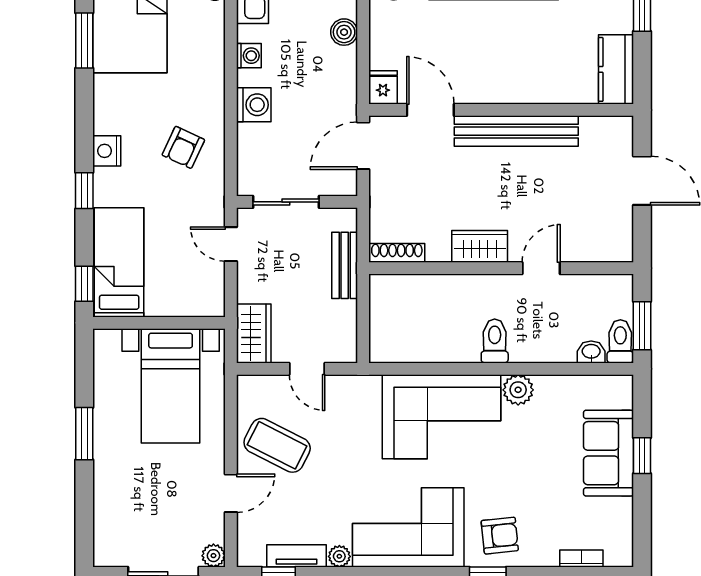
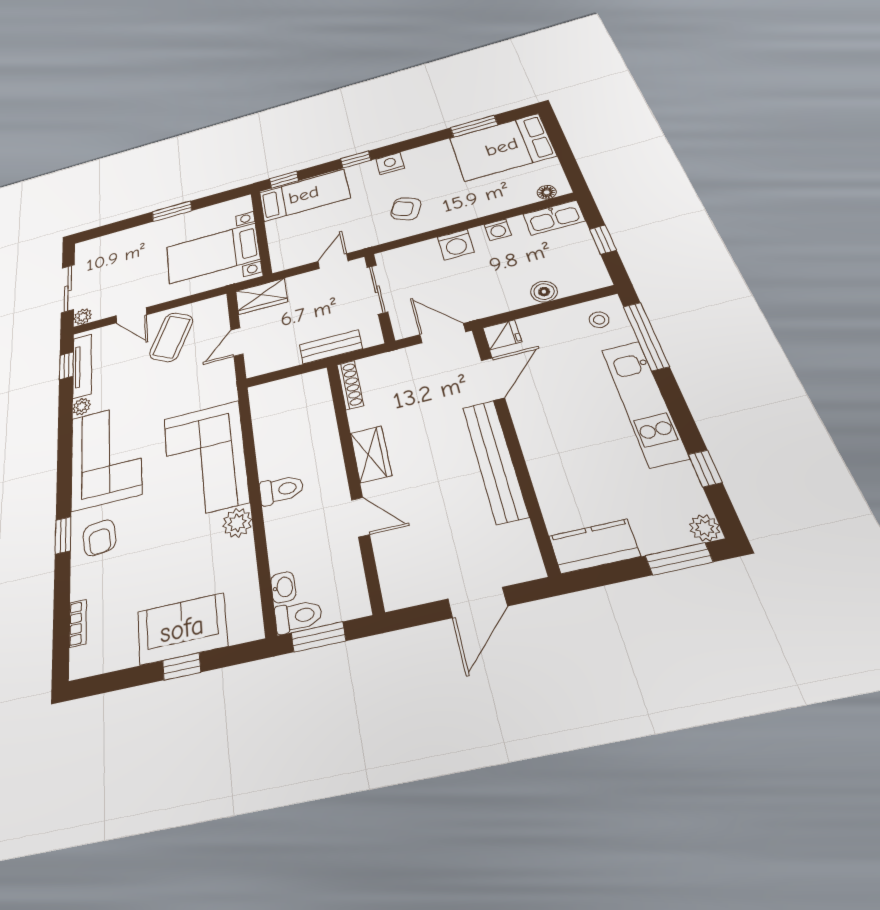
tv unit: (297, 556) -> (82, 366), width x1.41

